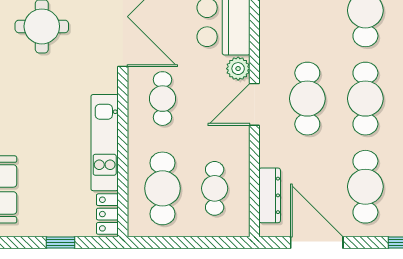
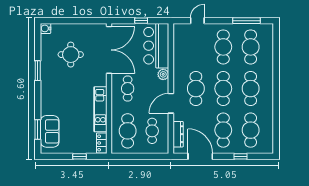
door: (254, 104) -> (171, 103), moved

